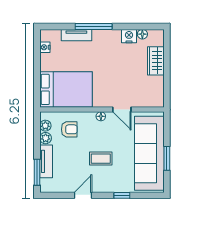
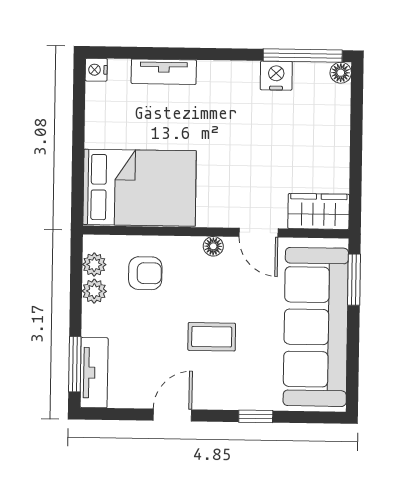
window: (94, 26) -> (303, 56), moved
floor lamp: (142, 34) -> (341, 73), moved
nightstand: (45, 47) -> (96, 70), moved
wardrobe: (156, 61) -> (319, 211), moved, turned 90
window: (167, 158) -> (354, 280), moved
tv unit: (46, 161) -> (94, 373), moved

